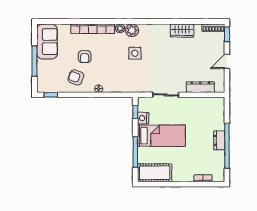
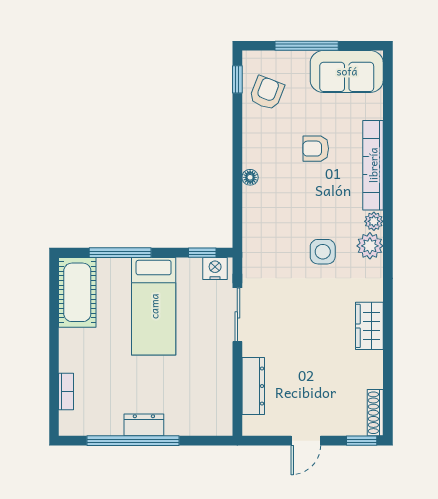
wardrobe: (182, 30) -> (369, 326), moved
door: (227, 61) -> (306, 441), swing flipped
armchair: (76, 77) -> (267, 93), moved
nightstand: (143, 118) -> (215, 269), moved

